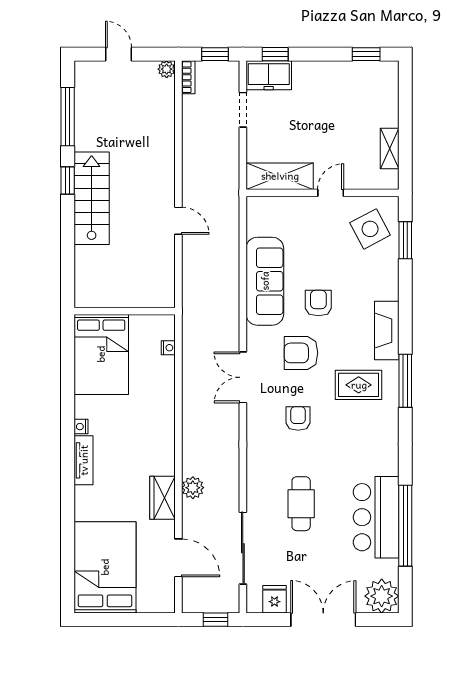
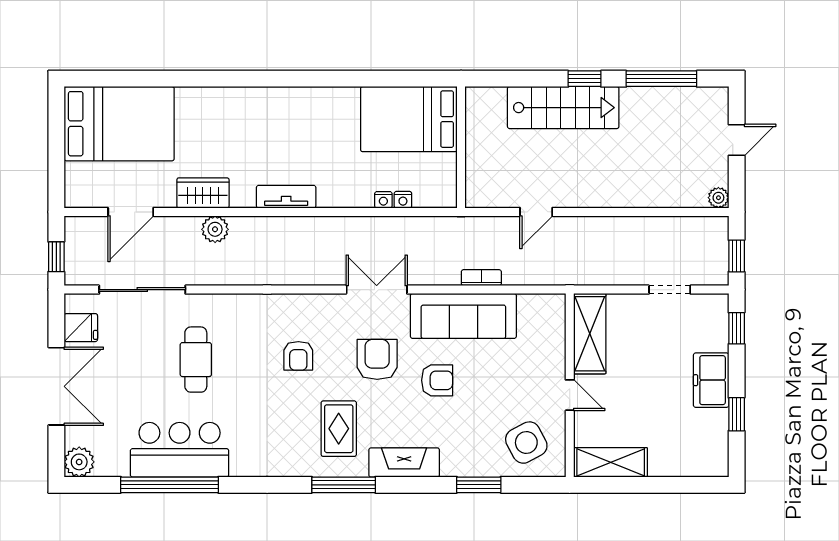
window: (366, 54) -> (737, 414), moved
freezer: (269, 75) -> (711, 380), moved
bookcase: (188, 77) -> (481, 278), moved, turned 180
shelving: (390, 149) -> (611, 462), width x1.50, depth x1.33
window: (405, 240) -> (479, 485), moved
wall: (125, 311) -> (461, 147), moved
bed: (101, 354) -> (409, 119), moved
double door: (243, 377) -> (377, 290), moved
armchair: (298, 418) -> (298, 356), turned 90
nightstand: (81, 427) -> (403, 200), moved, turned 180
tv unit: (84, 460) -> (286, 197), moved, turned 180
cafe table: (301, 504) -> (196, 360), turned 90
plant: (382, 596) -> (79, 462), width x0.73, depth x0.73

